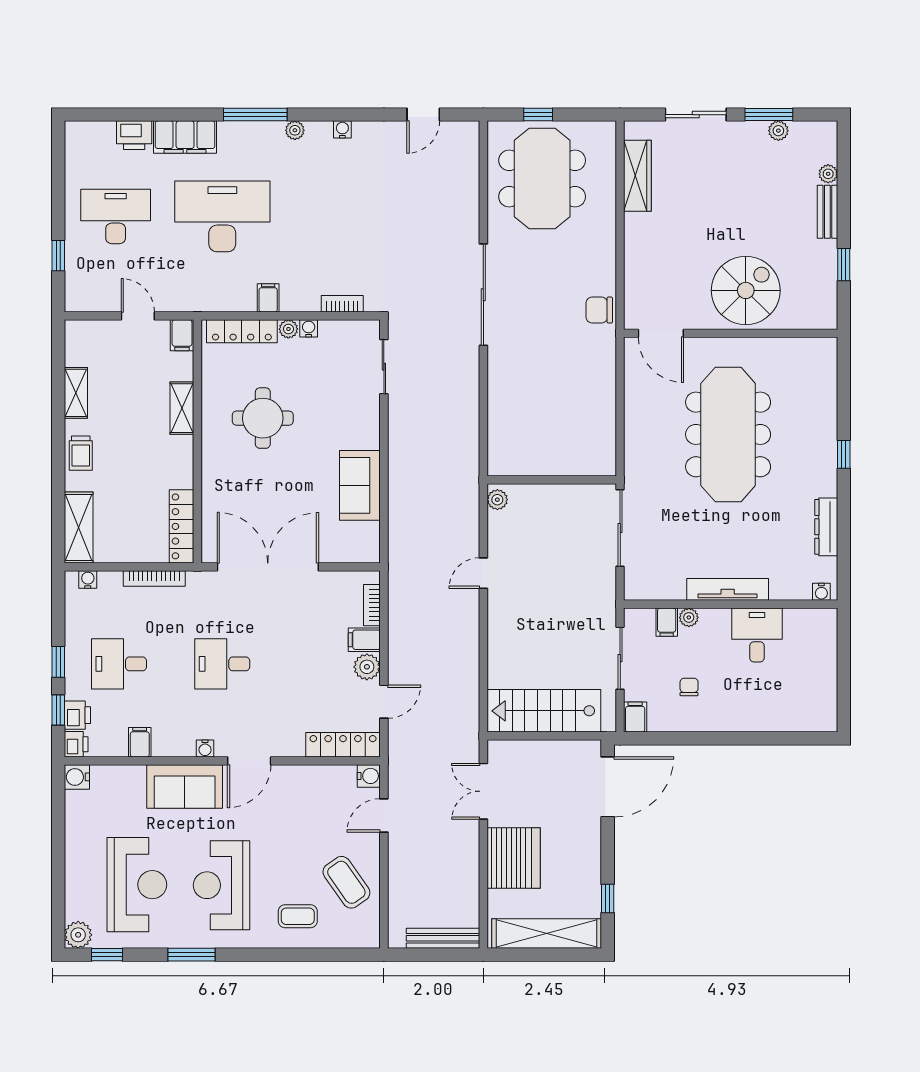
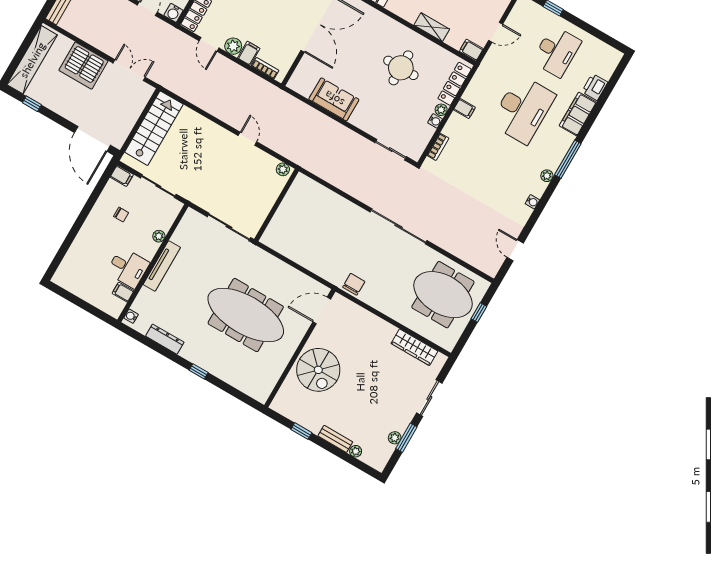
filing cabinet: (667, 622) -> (123, 292), moved

